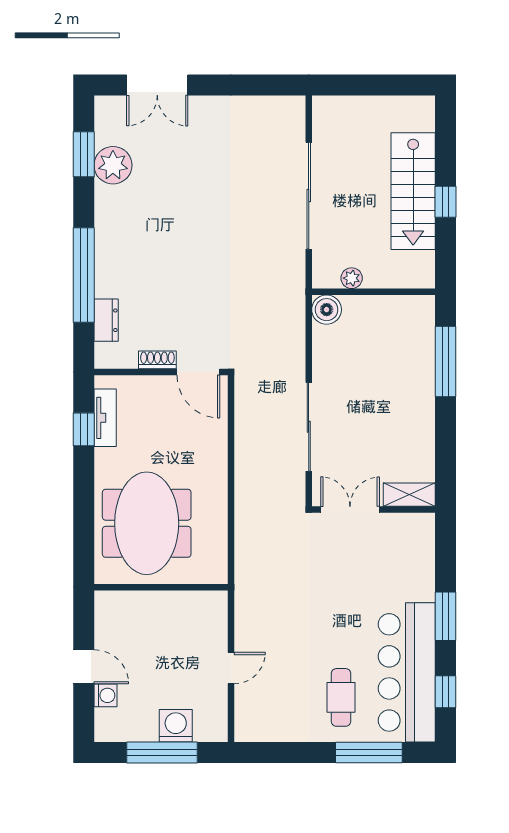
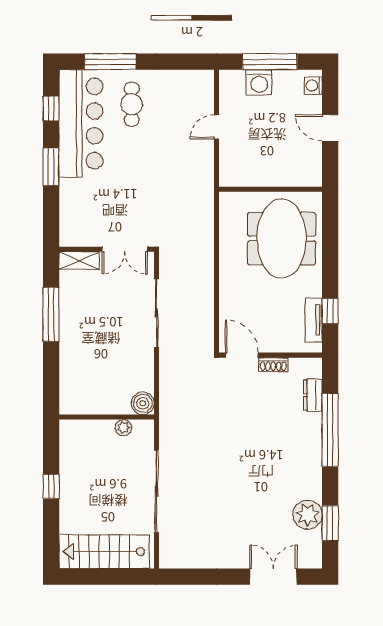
stairs: (413, 191) -> (104, 552), moved, turned -90
window: (446, 362) -> (51, 314), moved
washing machine: (106, 695) -> (313, 86), moved

